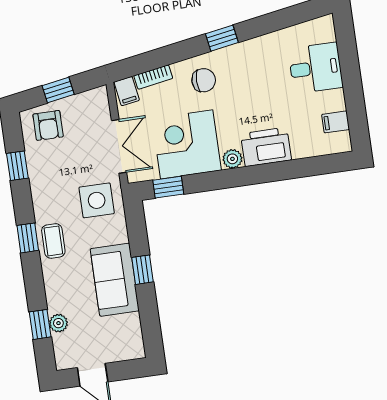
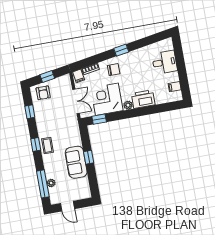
side table: (97, 200) -> (67, 126), removed
window: (40, 324) -> (43, 184), width x2.17

